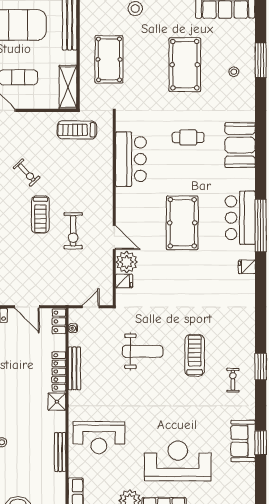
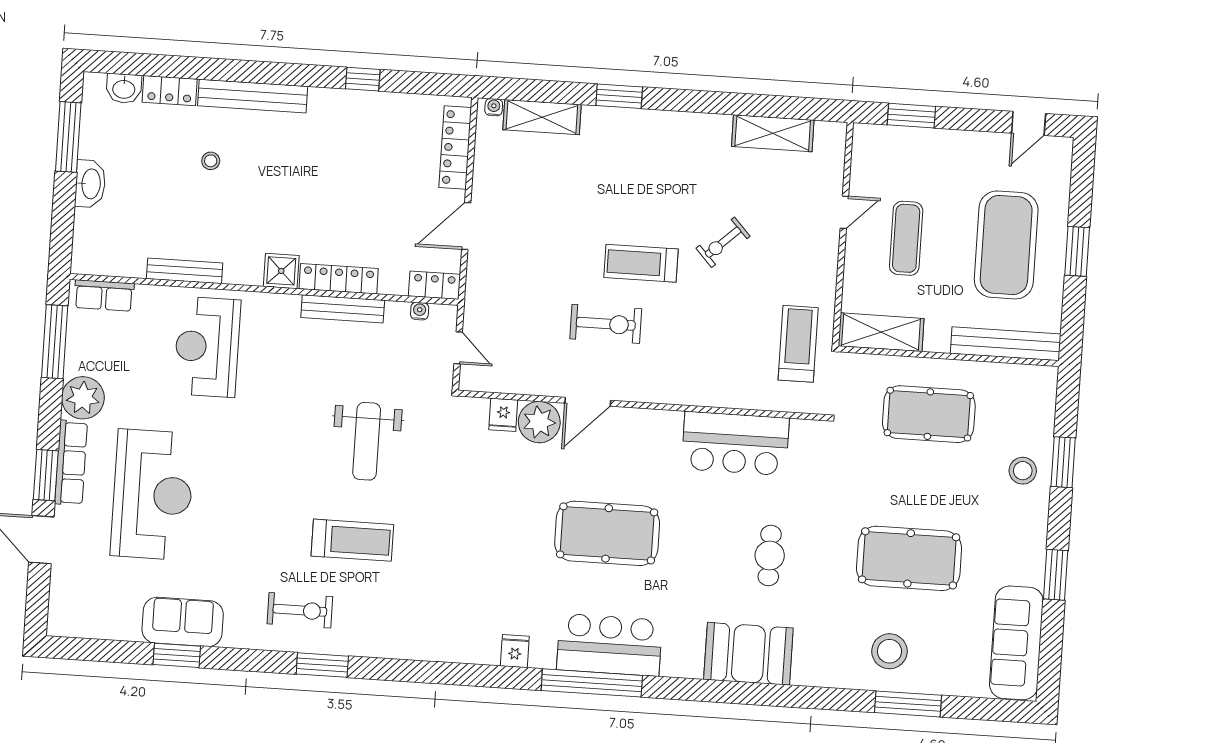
stool: (234, 72) -> (889, 651), width x1.89, depth x1.89
exercise bike: (73, 231) -> (606, 324), turned 180
exercise bike: (233, 380) -> (300, 610), width x1.38, depth x1.39

